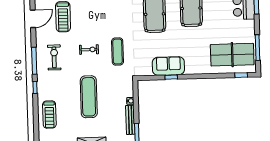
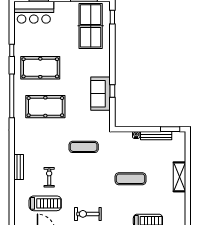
exercise bike: (89, 50) -> (49, 177), moved
exercise mat: (89, 97) -> (131, 179), width x0.73, depth x0.69

